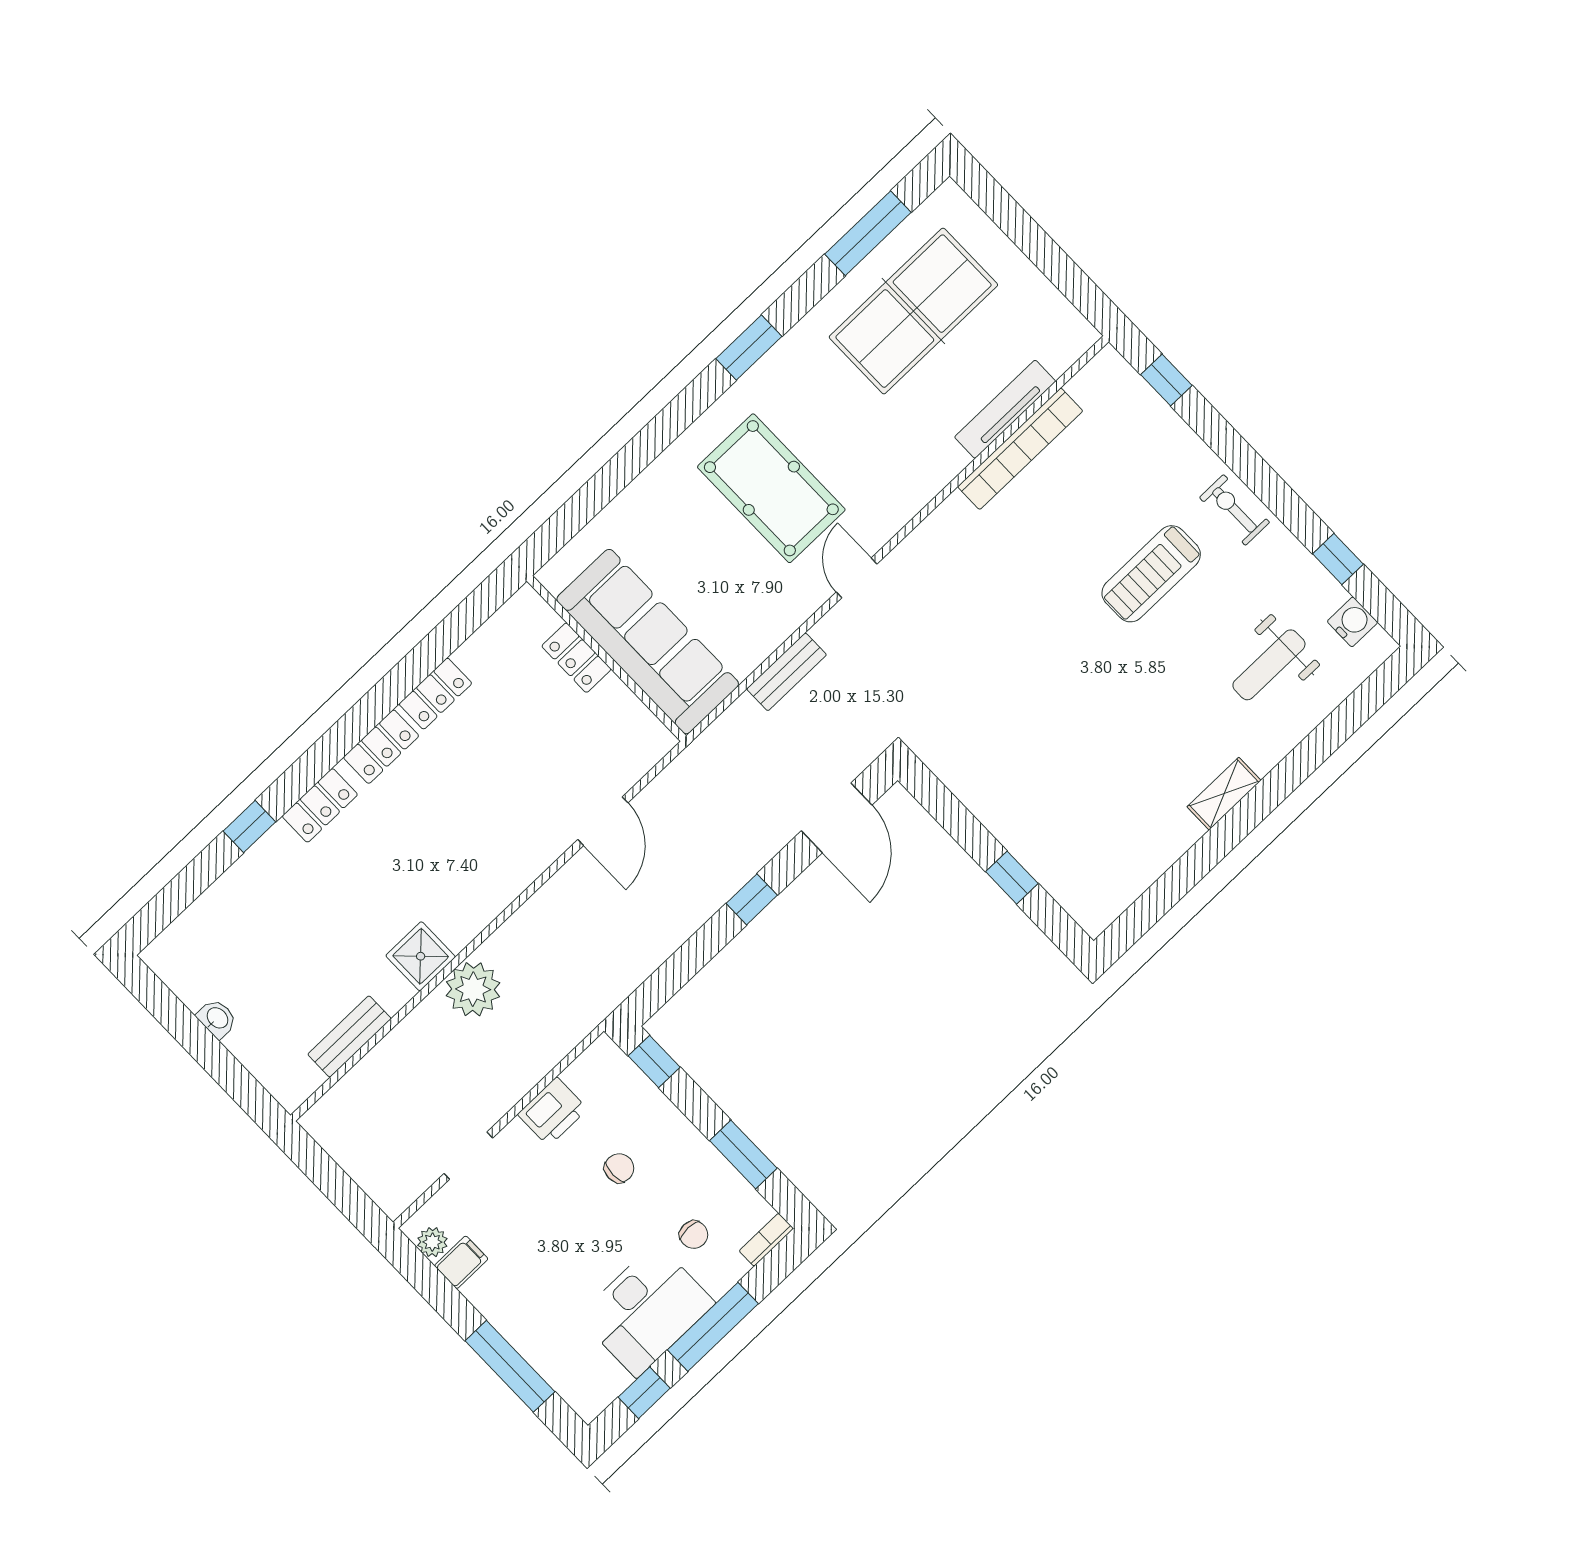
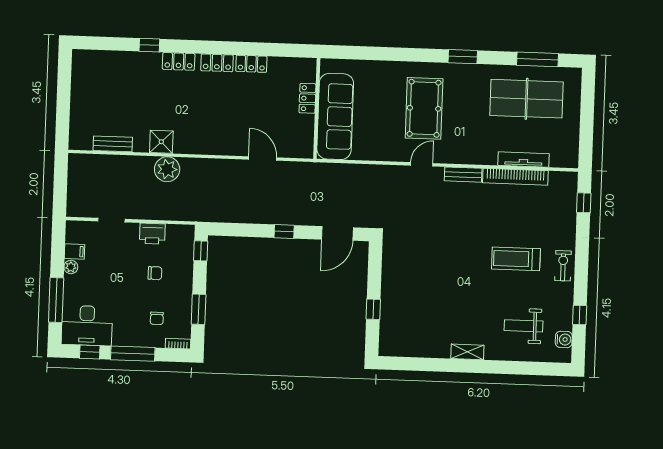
bench: (787, 672) -> (463, 175), moved
door: (603, 821) -> (263, 158), swing flipped
washbasin: (217, 1018) -> (77, 95), removed
plant: (432, 1242) -> (71, 267), moved
desk: (646, 1310) -> (87, 326), moved

